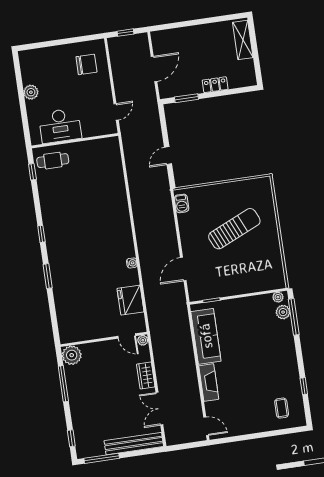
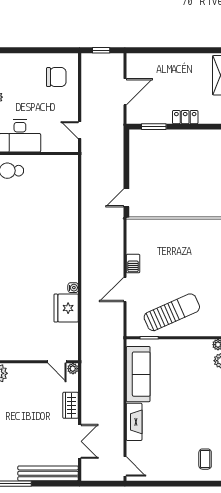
door: (116, 112) -> (80, 130), swing flipped
door: (168, 156) -> (126, 198), moved
barbecue: (182, 203) -> (133, 264), moved
sun lounger: (234, 229) -> (172, 312), moved
door: (183, 269) -> (125, 289), moved
fridge: (130, 300) -> (66, 308), moved
double door: (159, 409) -> (80, 441), swing flipped

